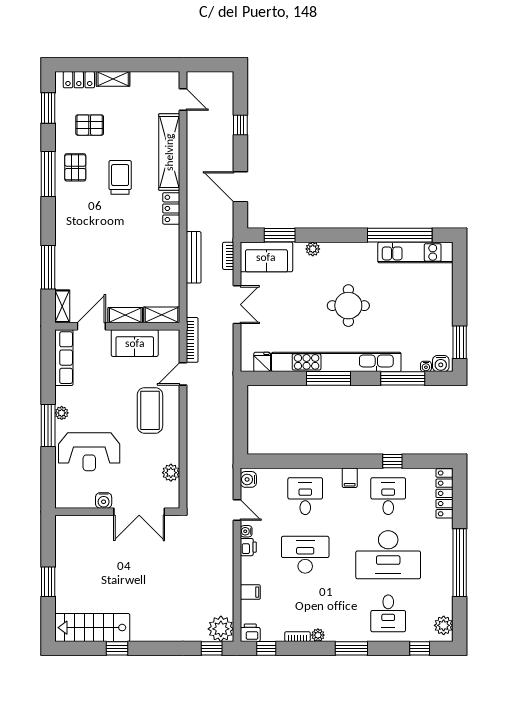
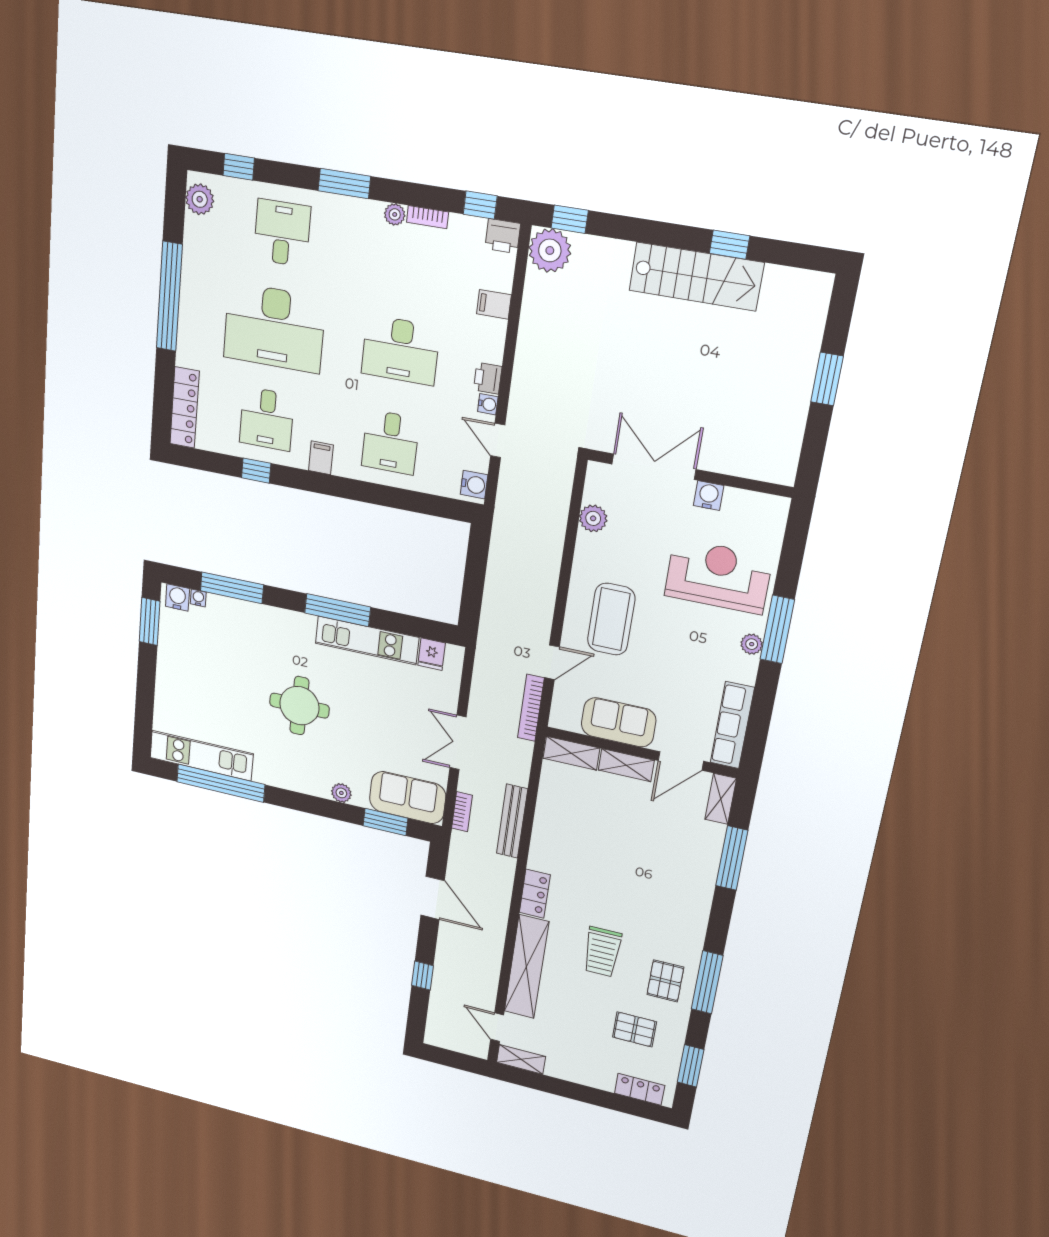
shelving: (113, 79) -> (521, 1059), moved
kitchen unit: (336, 362) -> (367, 640), width x0.54
desk: (388, 555) -> (274, 328), turned 180
stairs: (92, 628) -> (696, 276), moved

